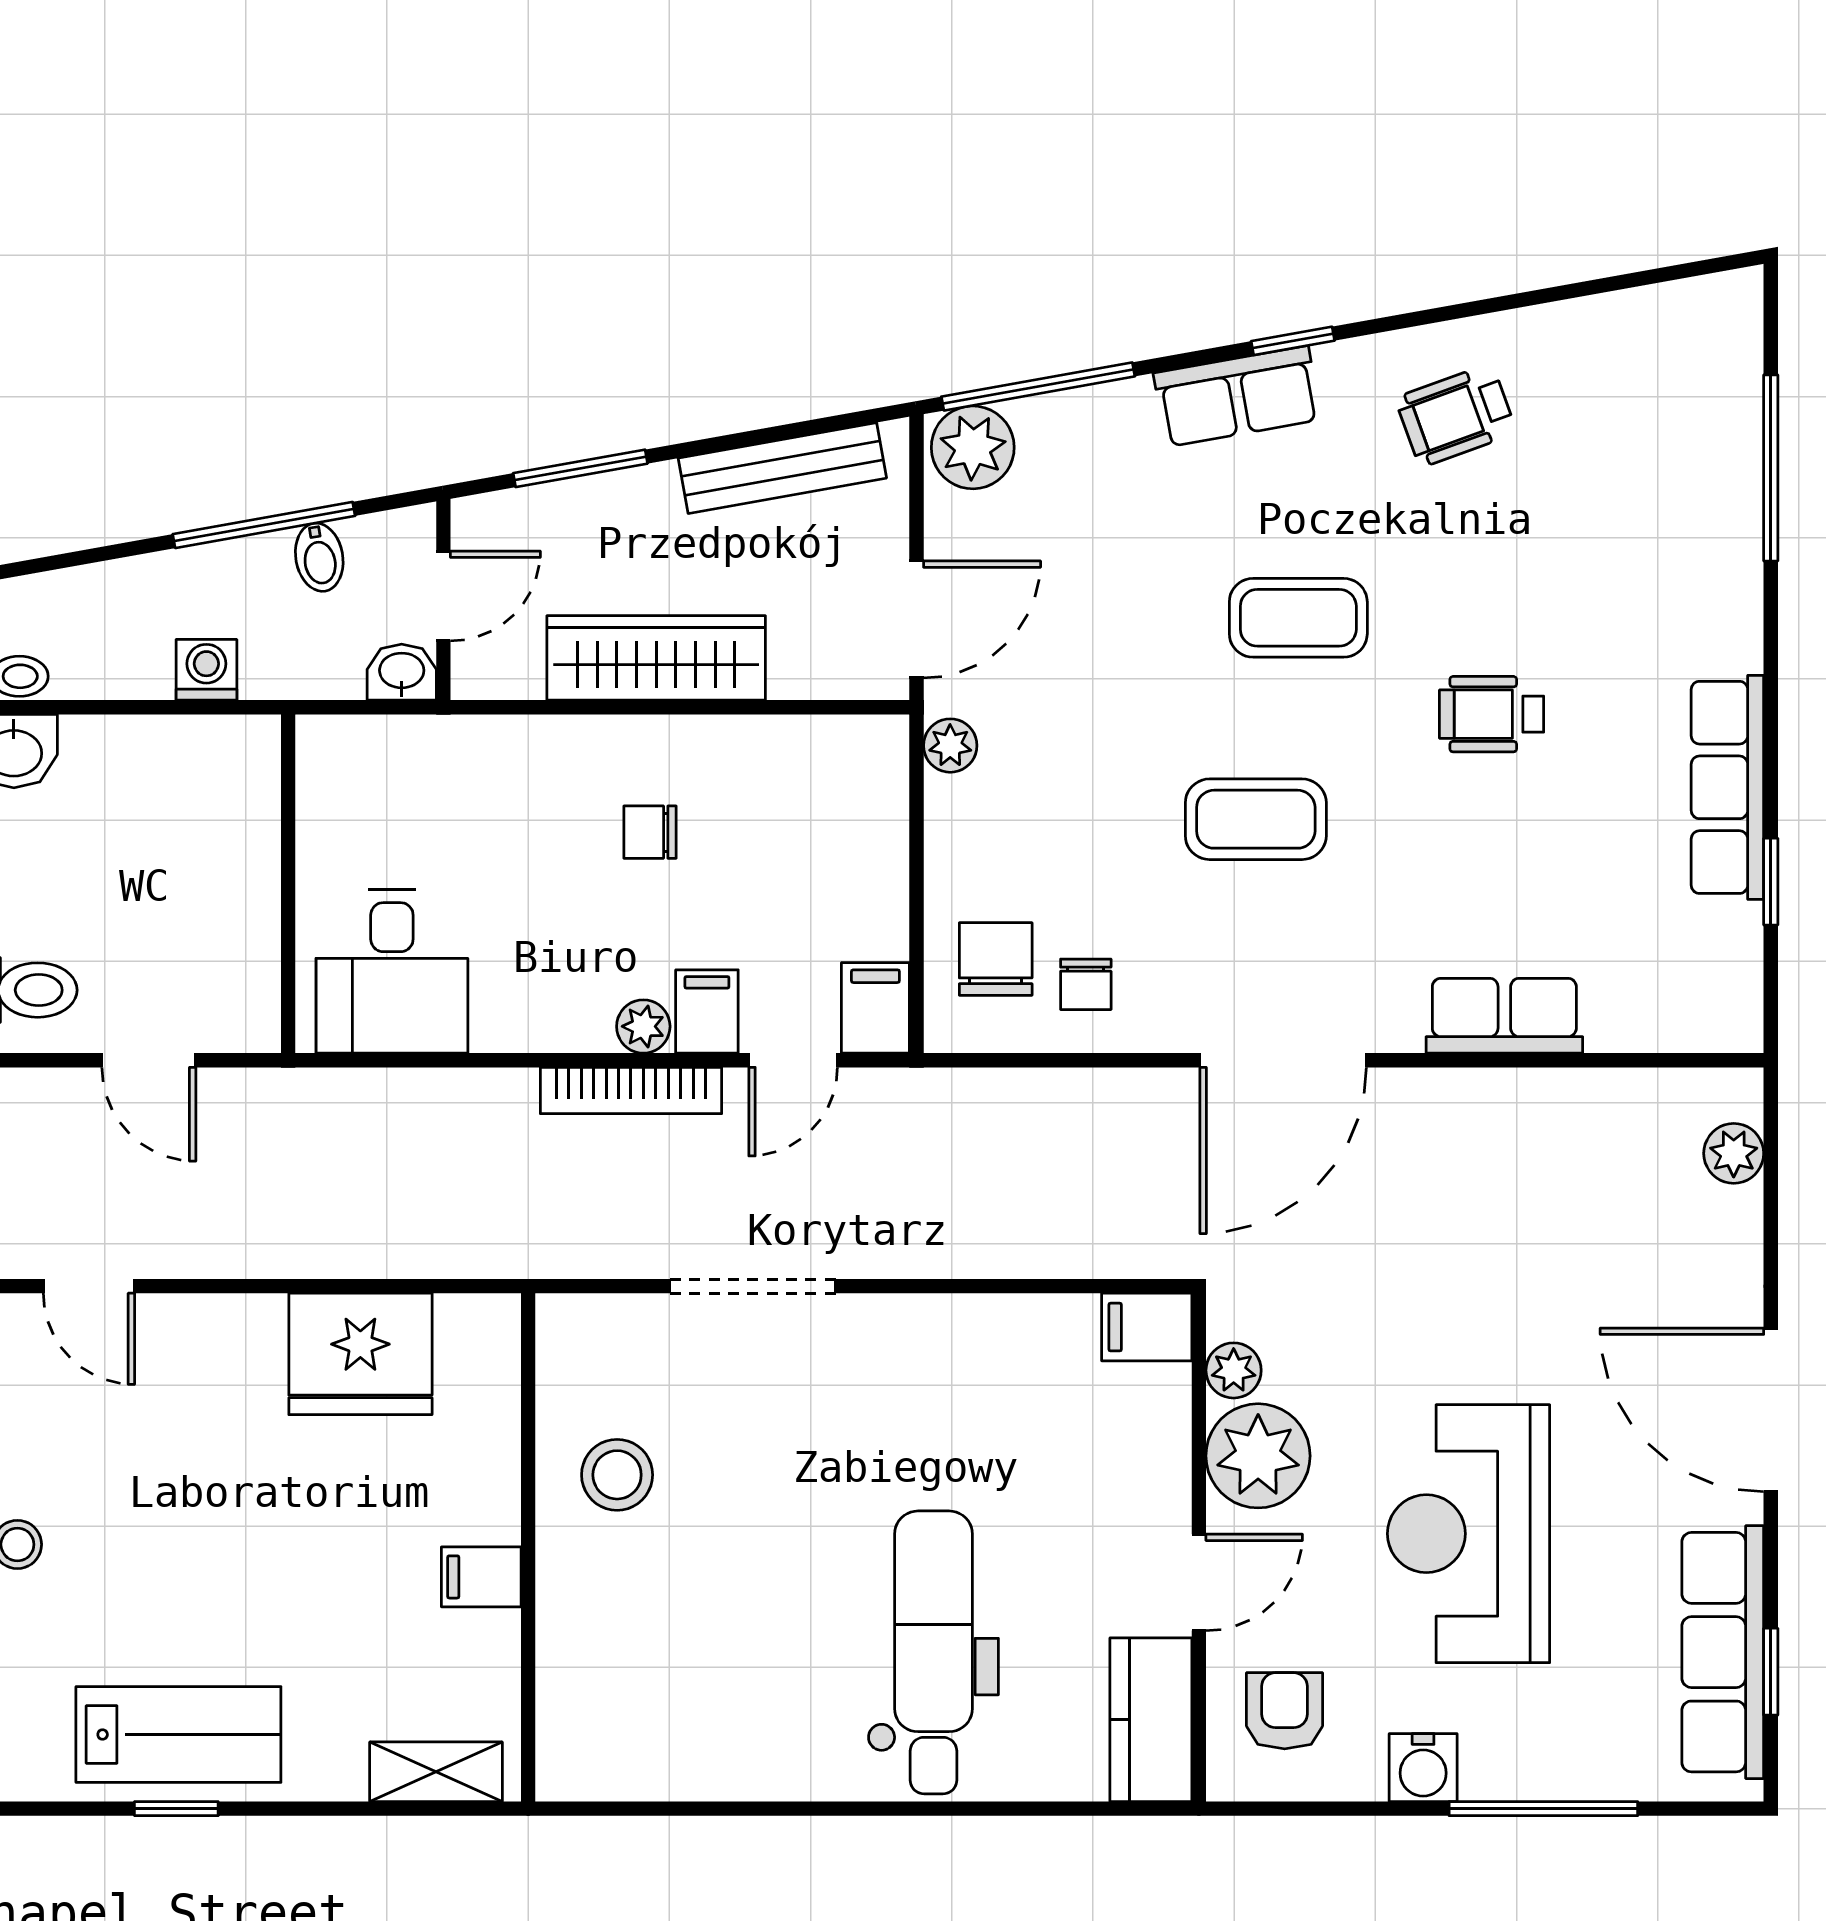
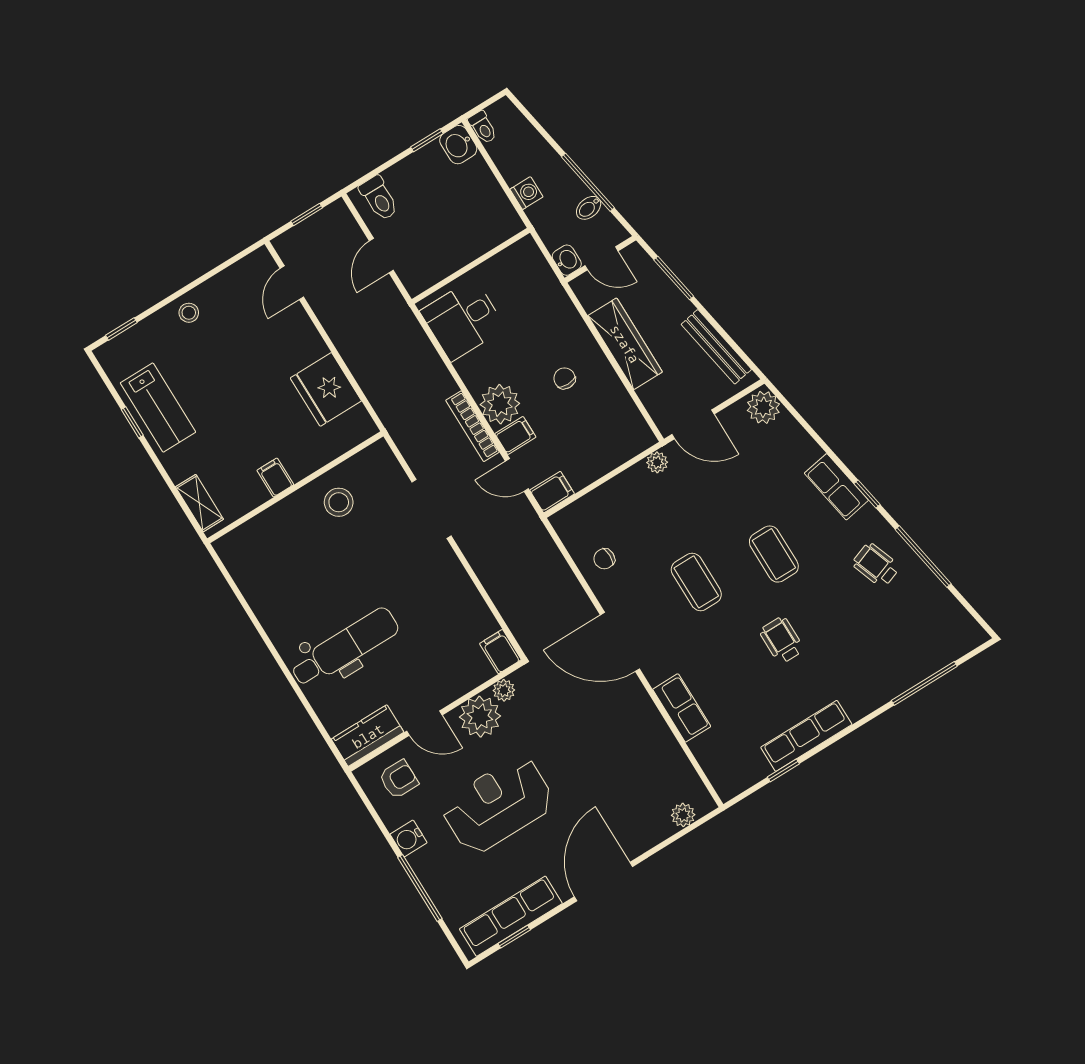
window: (1038, 386) -> (923, 557), moved
chair: (996, 959) -> (594, 523), removed
plant: (643, 1026) -> (500, 404), width x1.88, depth x1.88

